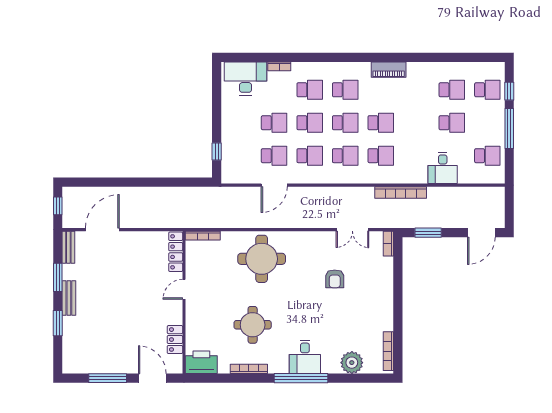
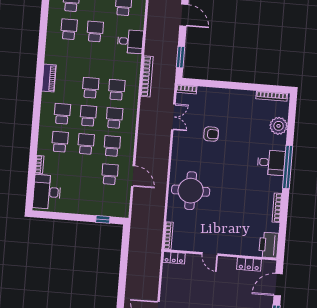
school desk: (274, 123) -> (84, 172), removed
locker: (176, 252) -> (174, 258), width x0.66
round table: (253, 325) -> (242, 202), removed

